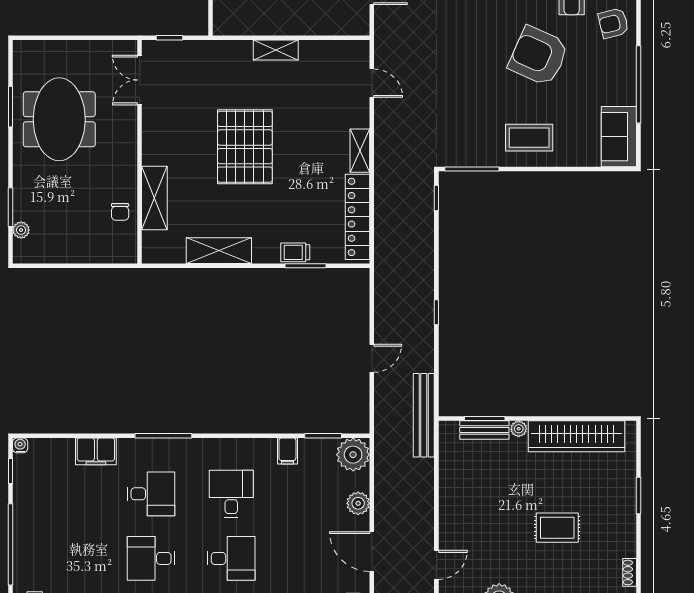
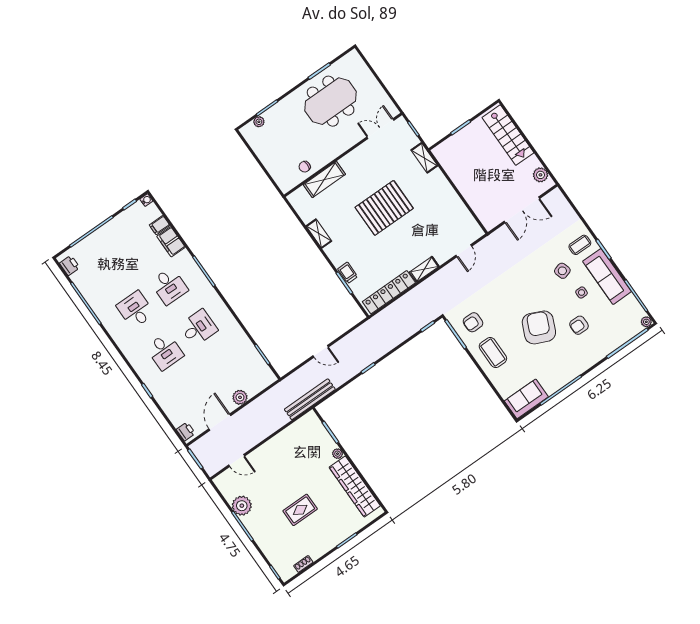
armchair: (613, 23) -> (473, 322), moved, turned -76
shelving: (276, 50) -> (424, 158), moved
shelving: (219, 251) -> (319, 234), width x0.67, depth x0.75
bench: (484, 430) -> (324, 436), removed
filing cabinet: (287, 451) -> (160, 225), moved
plant: (353, 455) -> (263, 377), removed
rug: (557, 528) -> (300, 510), turned 90

